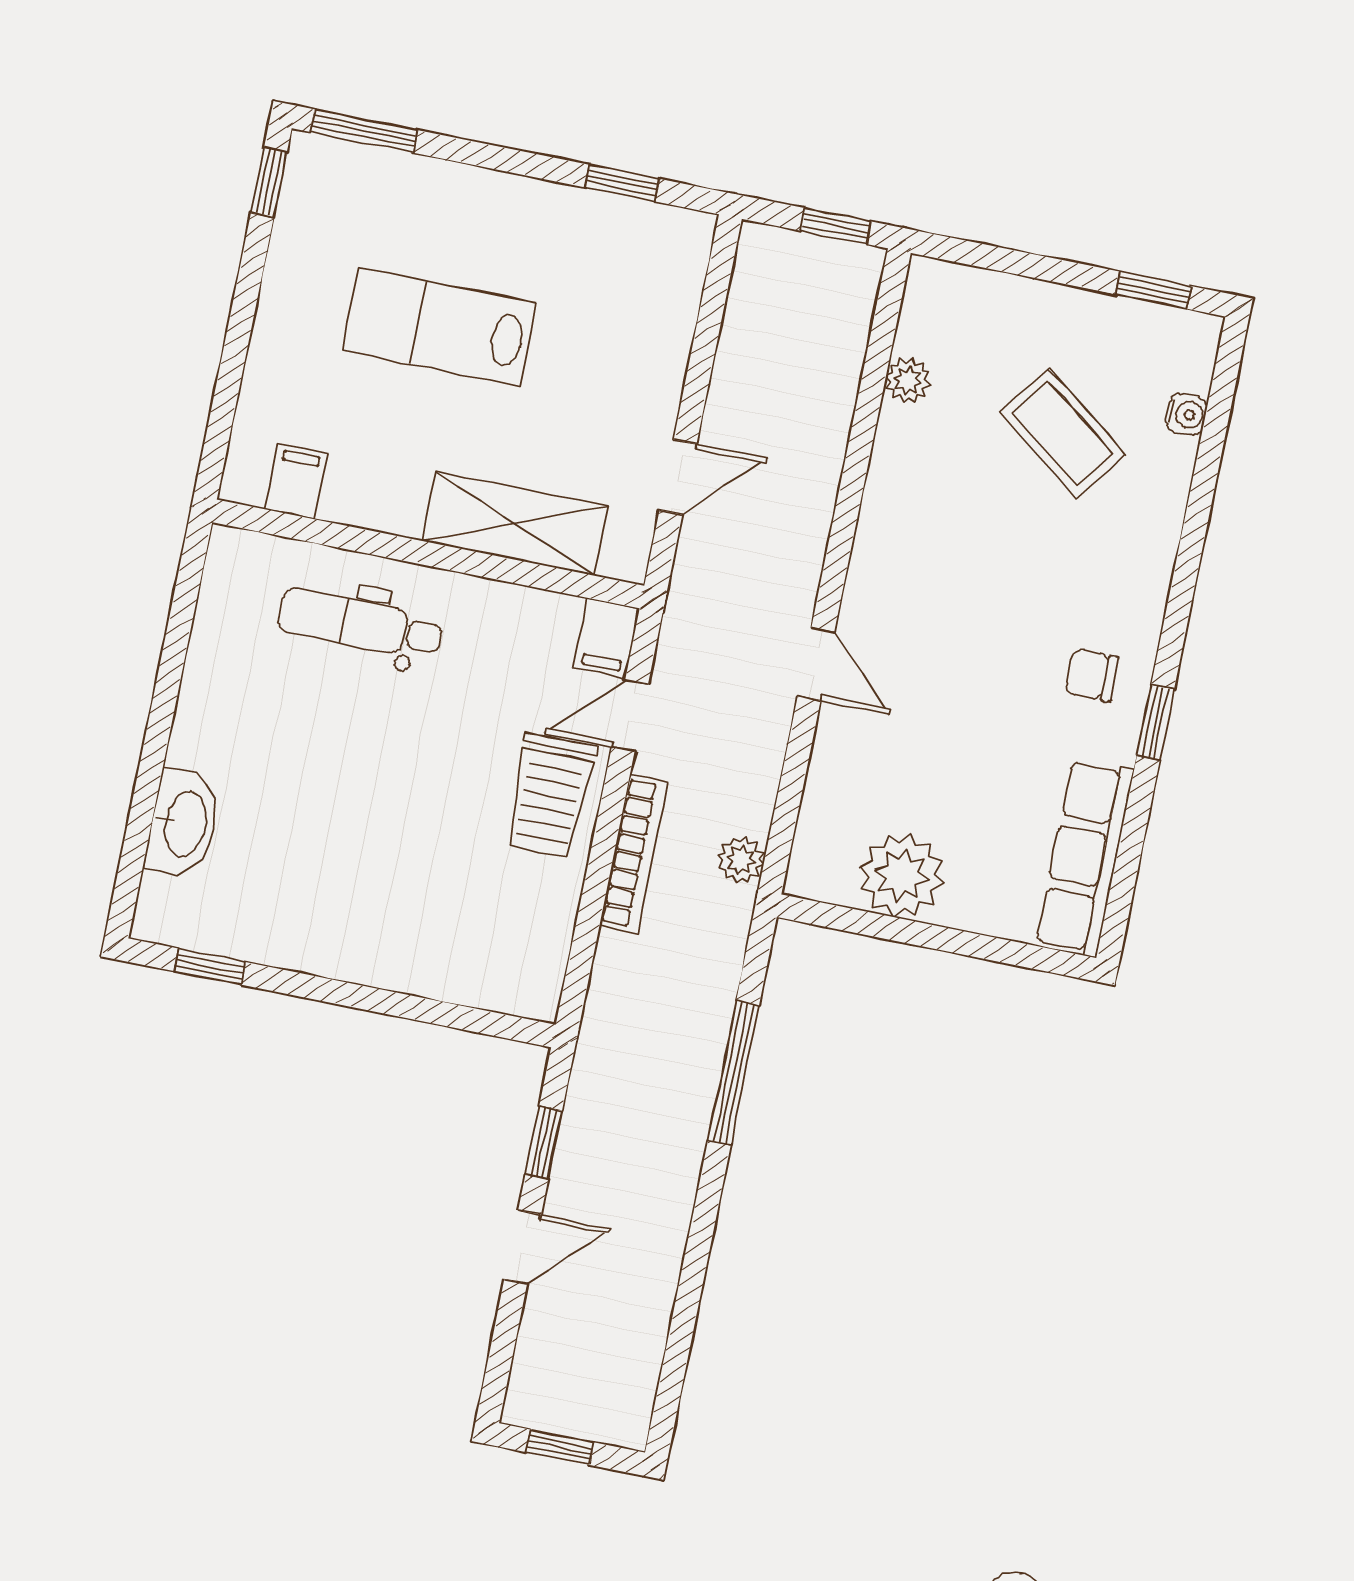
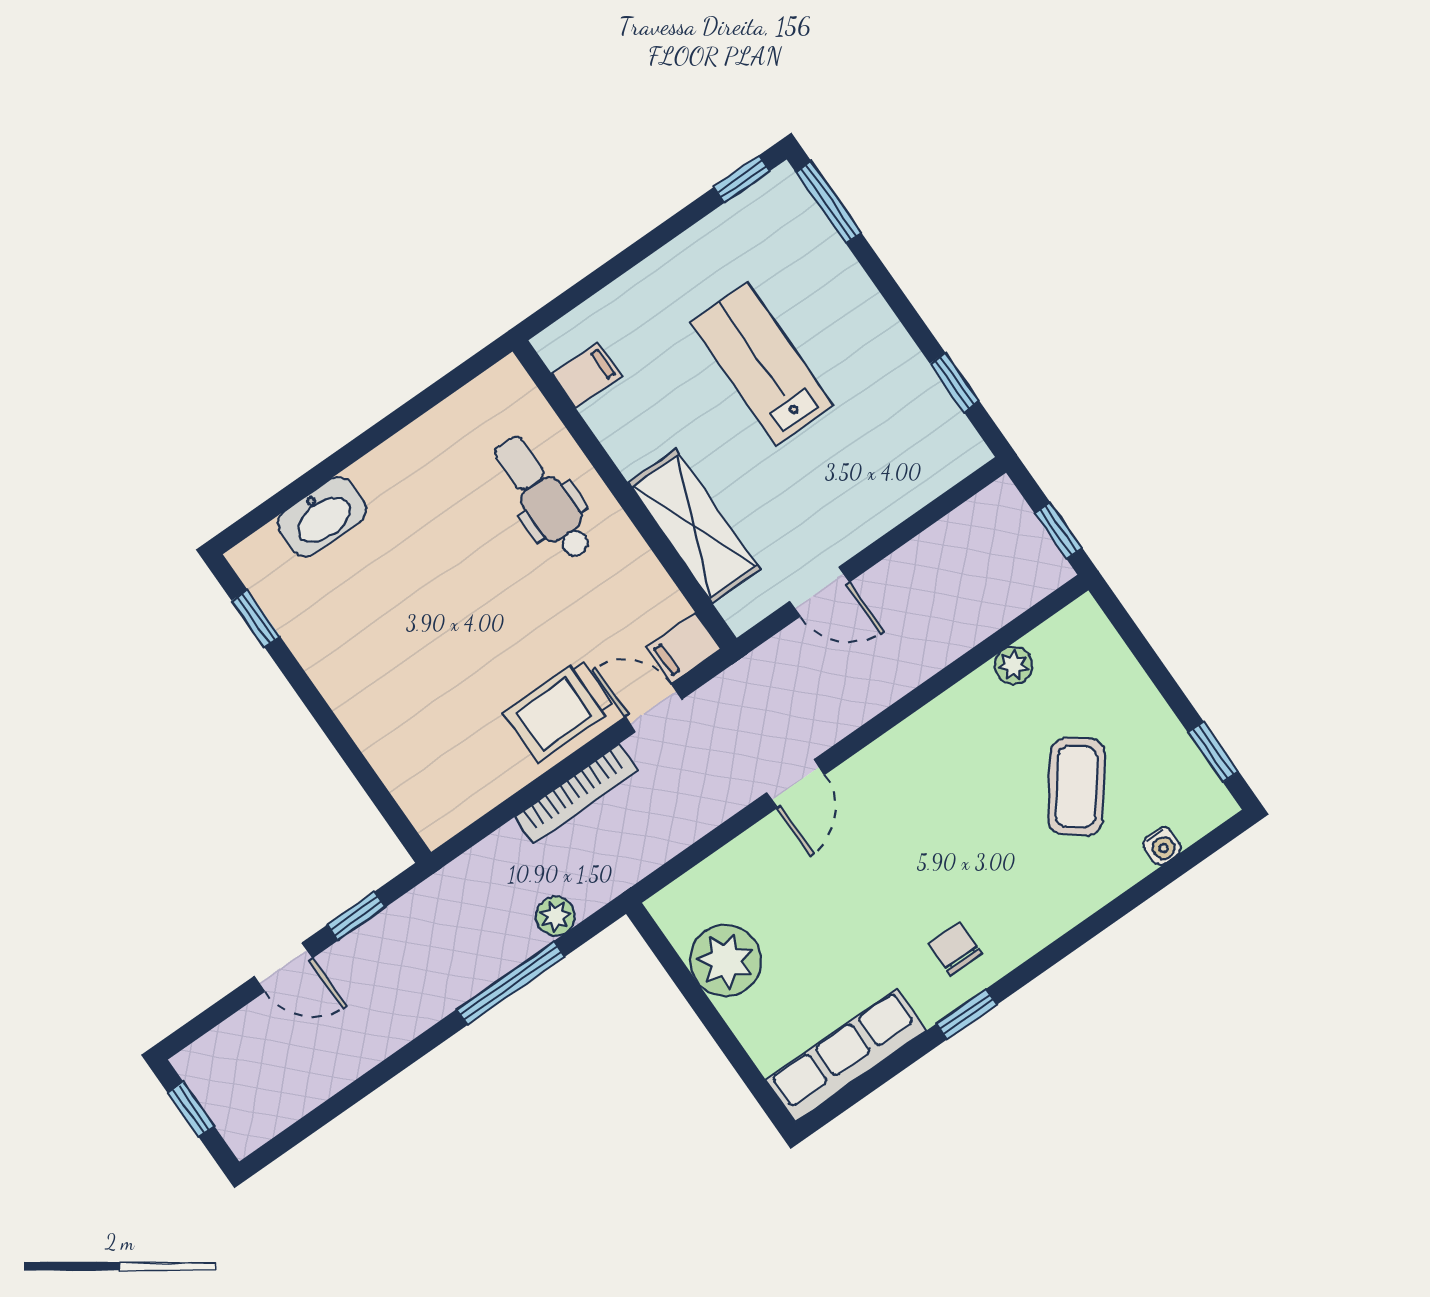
plant: (741, 860) -> (555, 916), moved

